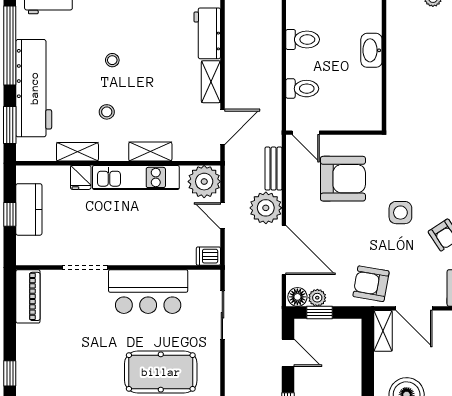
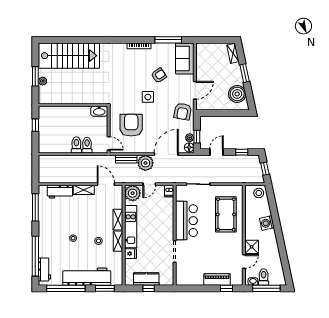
toilet: (303, 39) -> (76, 145), moved
washbasin: (371, 50) -> (99, 111), moved
door: (306, 133) -> (109, 143), hinge flipped
shelving: (77, 152) -> (118, 241), moved
piano: (28, 296) -> (217, 279), moved
shelving: (383, 331) -> (206, 106), removed

